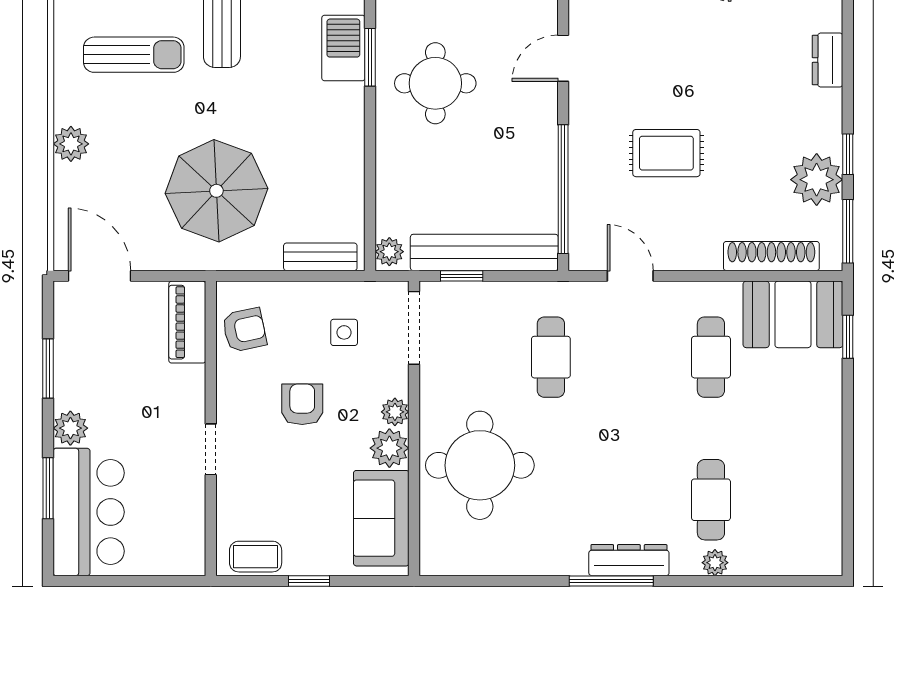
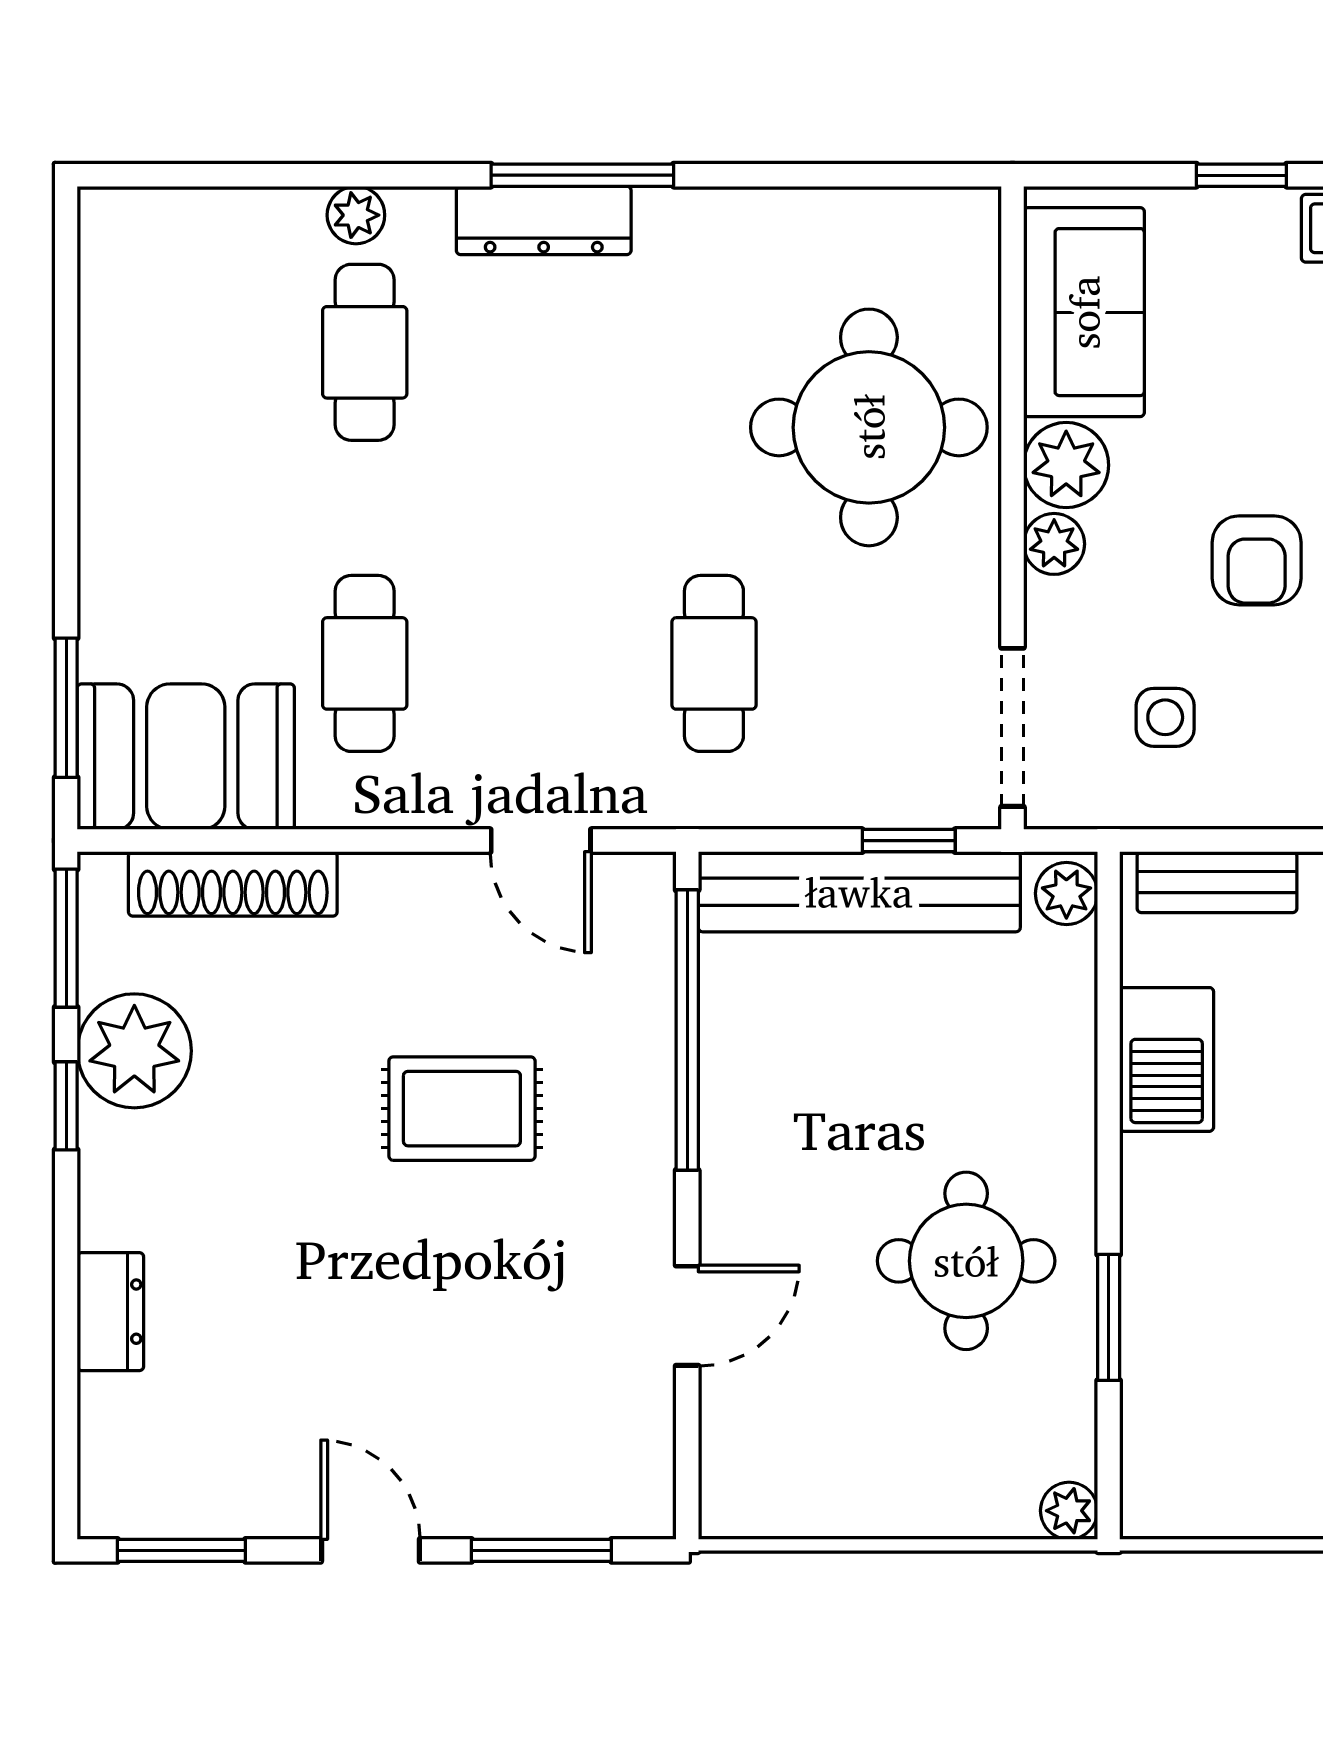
barbecue: (343, 48) -> (1167, 1059), moved
window: (848, 337) -> (66, 708), width x1.50

